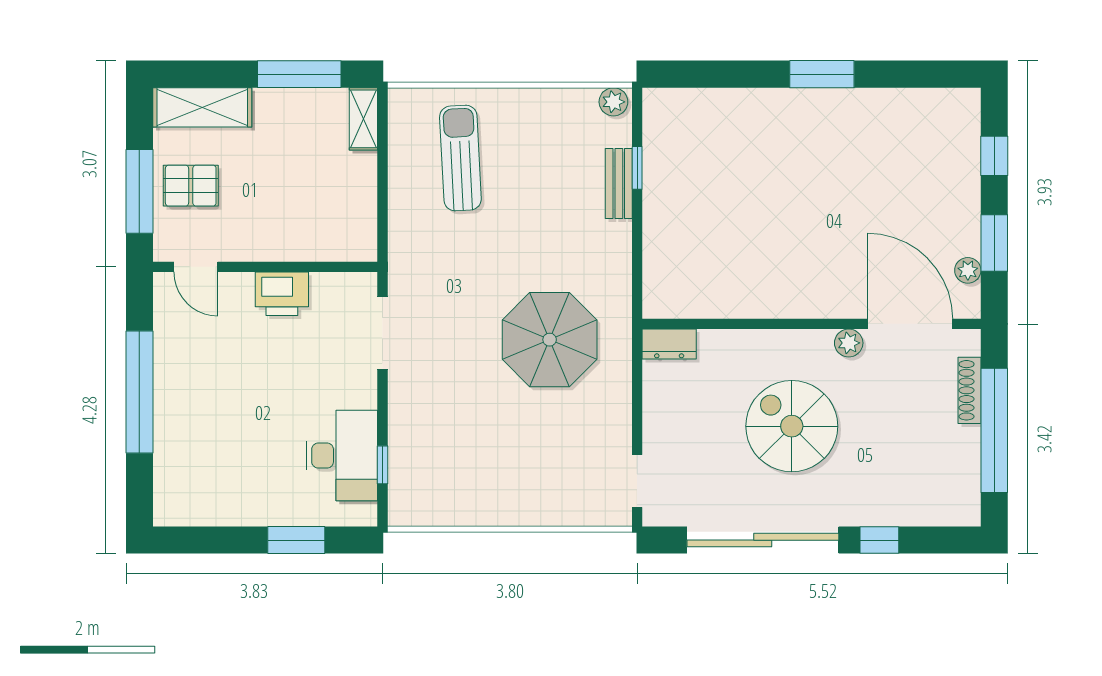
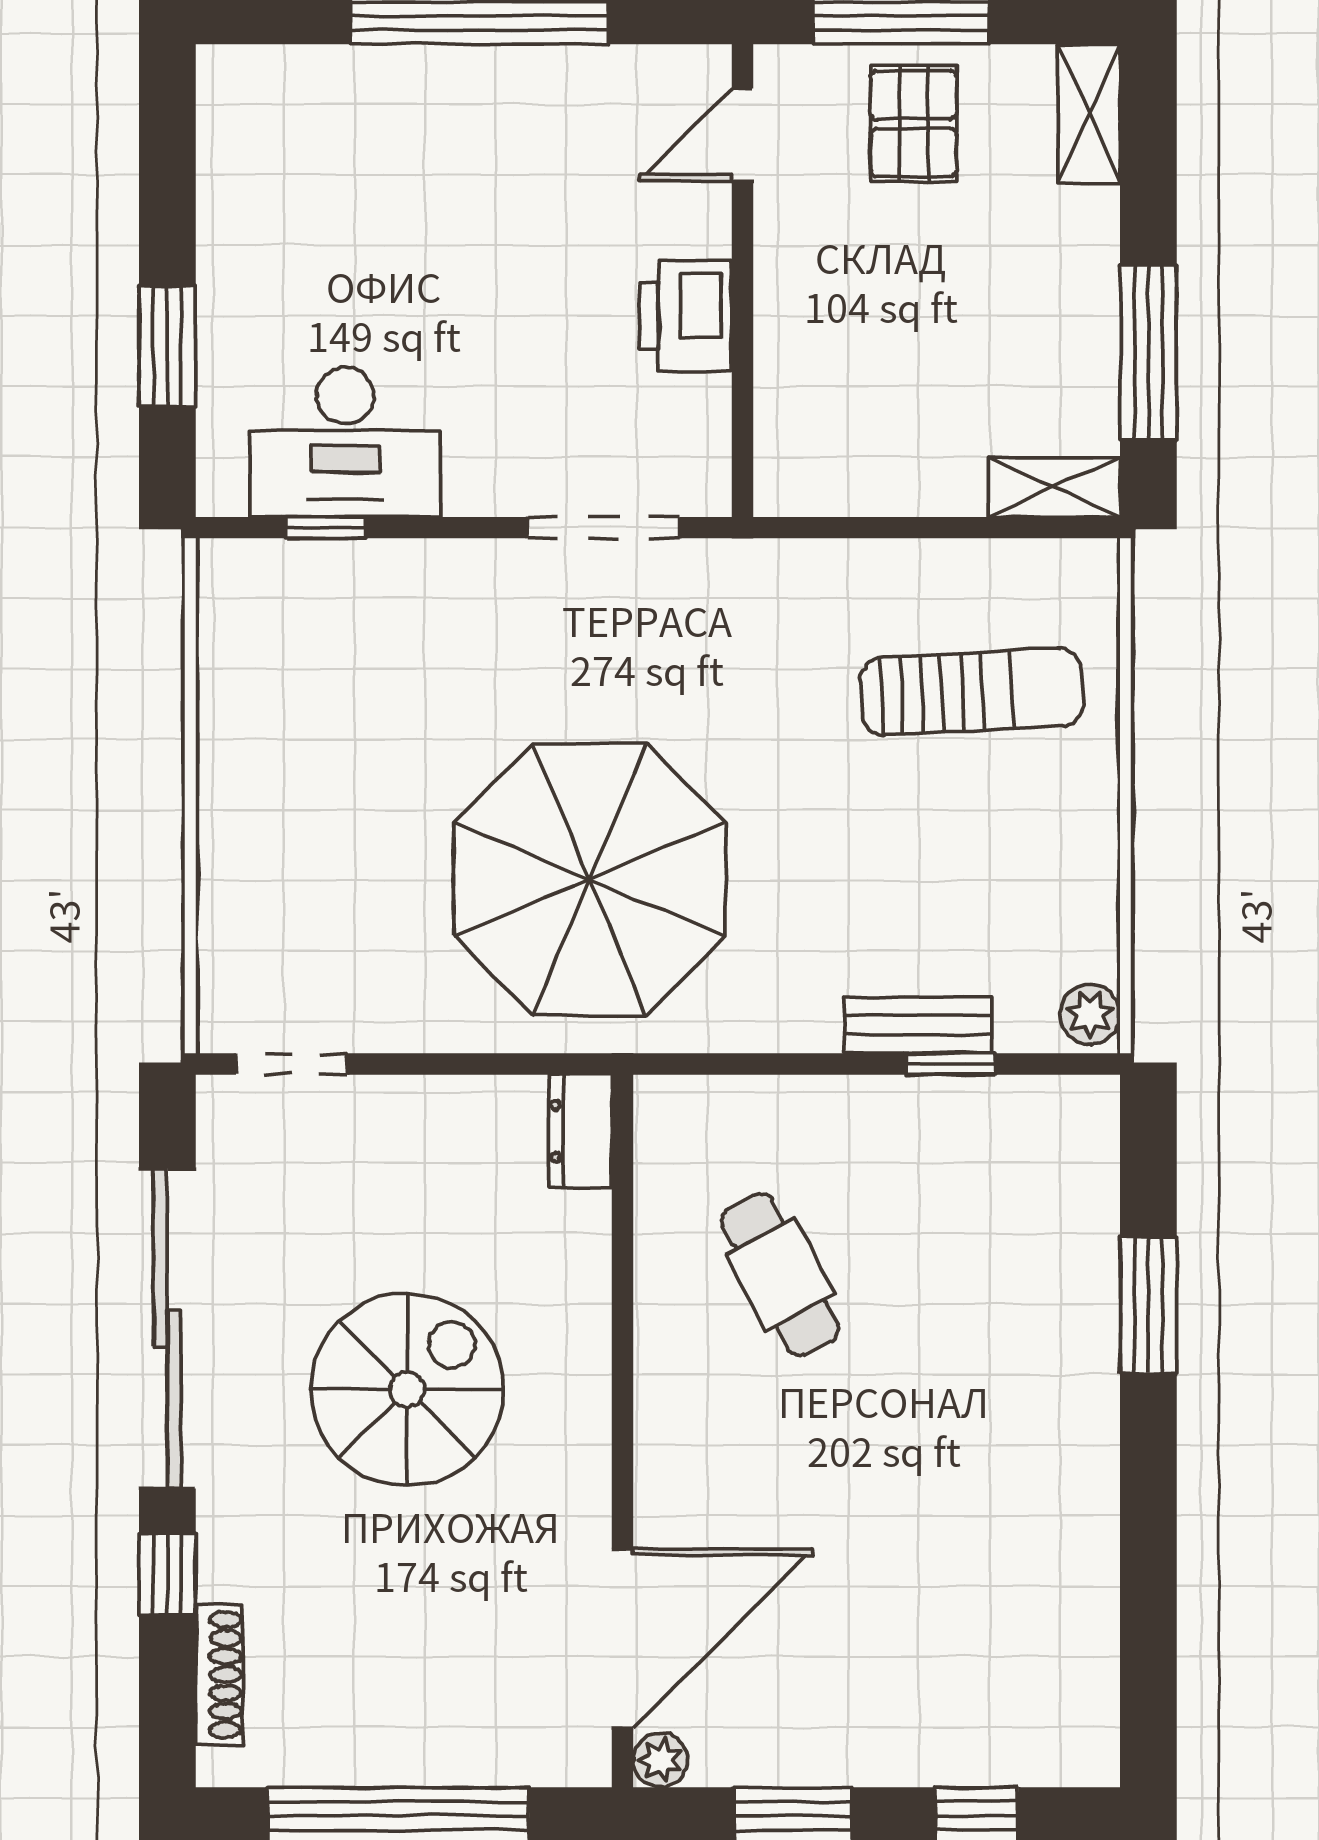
window: (822, 74) -> (1148, 1305), moved
shelving: (202, 107) -> (1089, 113), width x0.67, depth x0.75
cafe table: (737, 249) -> (780, 1274), added
plant: (968, 270) -> (660, 1760), moved
parasol: (550, 340) -> (589, 879), width x1.36, depth x1.36
plant: (849, 343) -> (582, 1509), removed
shoe rack: (969, 390) -> (219, 1675), moved, turned 90

